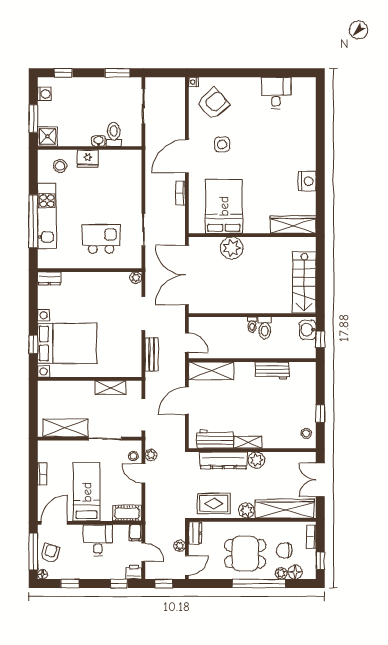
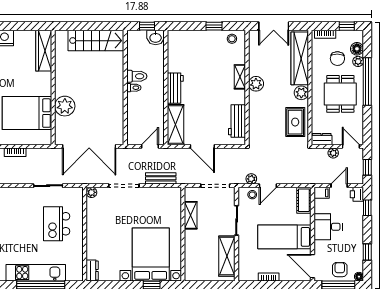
washbasin: (308, 330) -> (156, 37), moved
workbench: (272, 371) -> (175, 88), moved
shelving: (248, 442) -> (240, 77), moved
dresser: (223, 460) -> (256, 114), removed
armchair: (50, 553) -> (340, 270), turned 74

